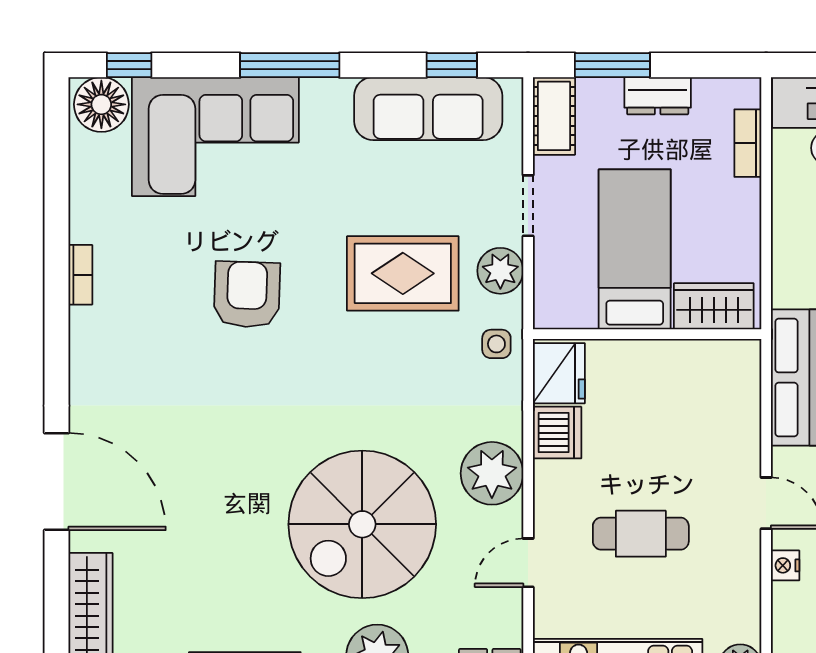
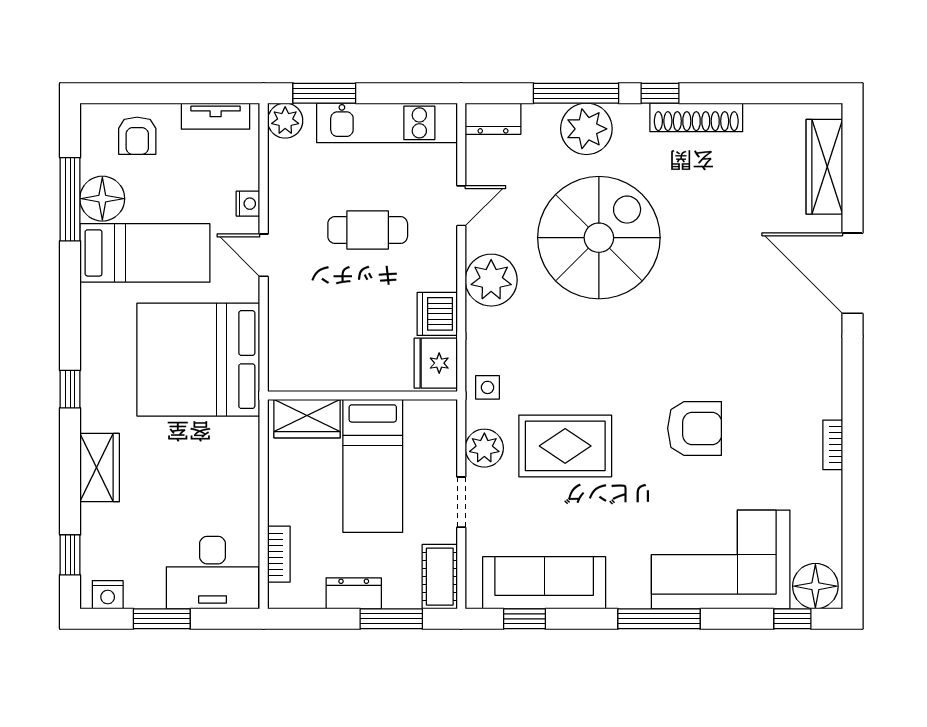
armchair: (247, 294) -> (695, 428), turned -92

